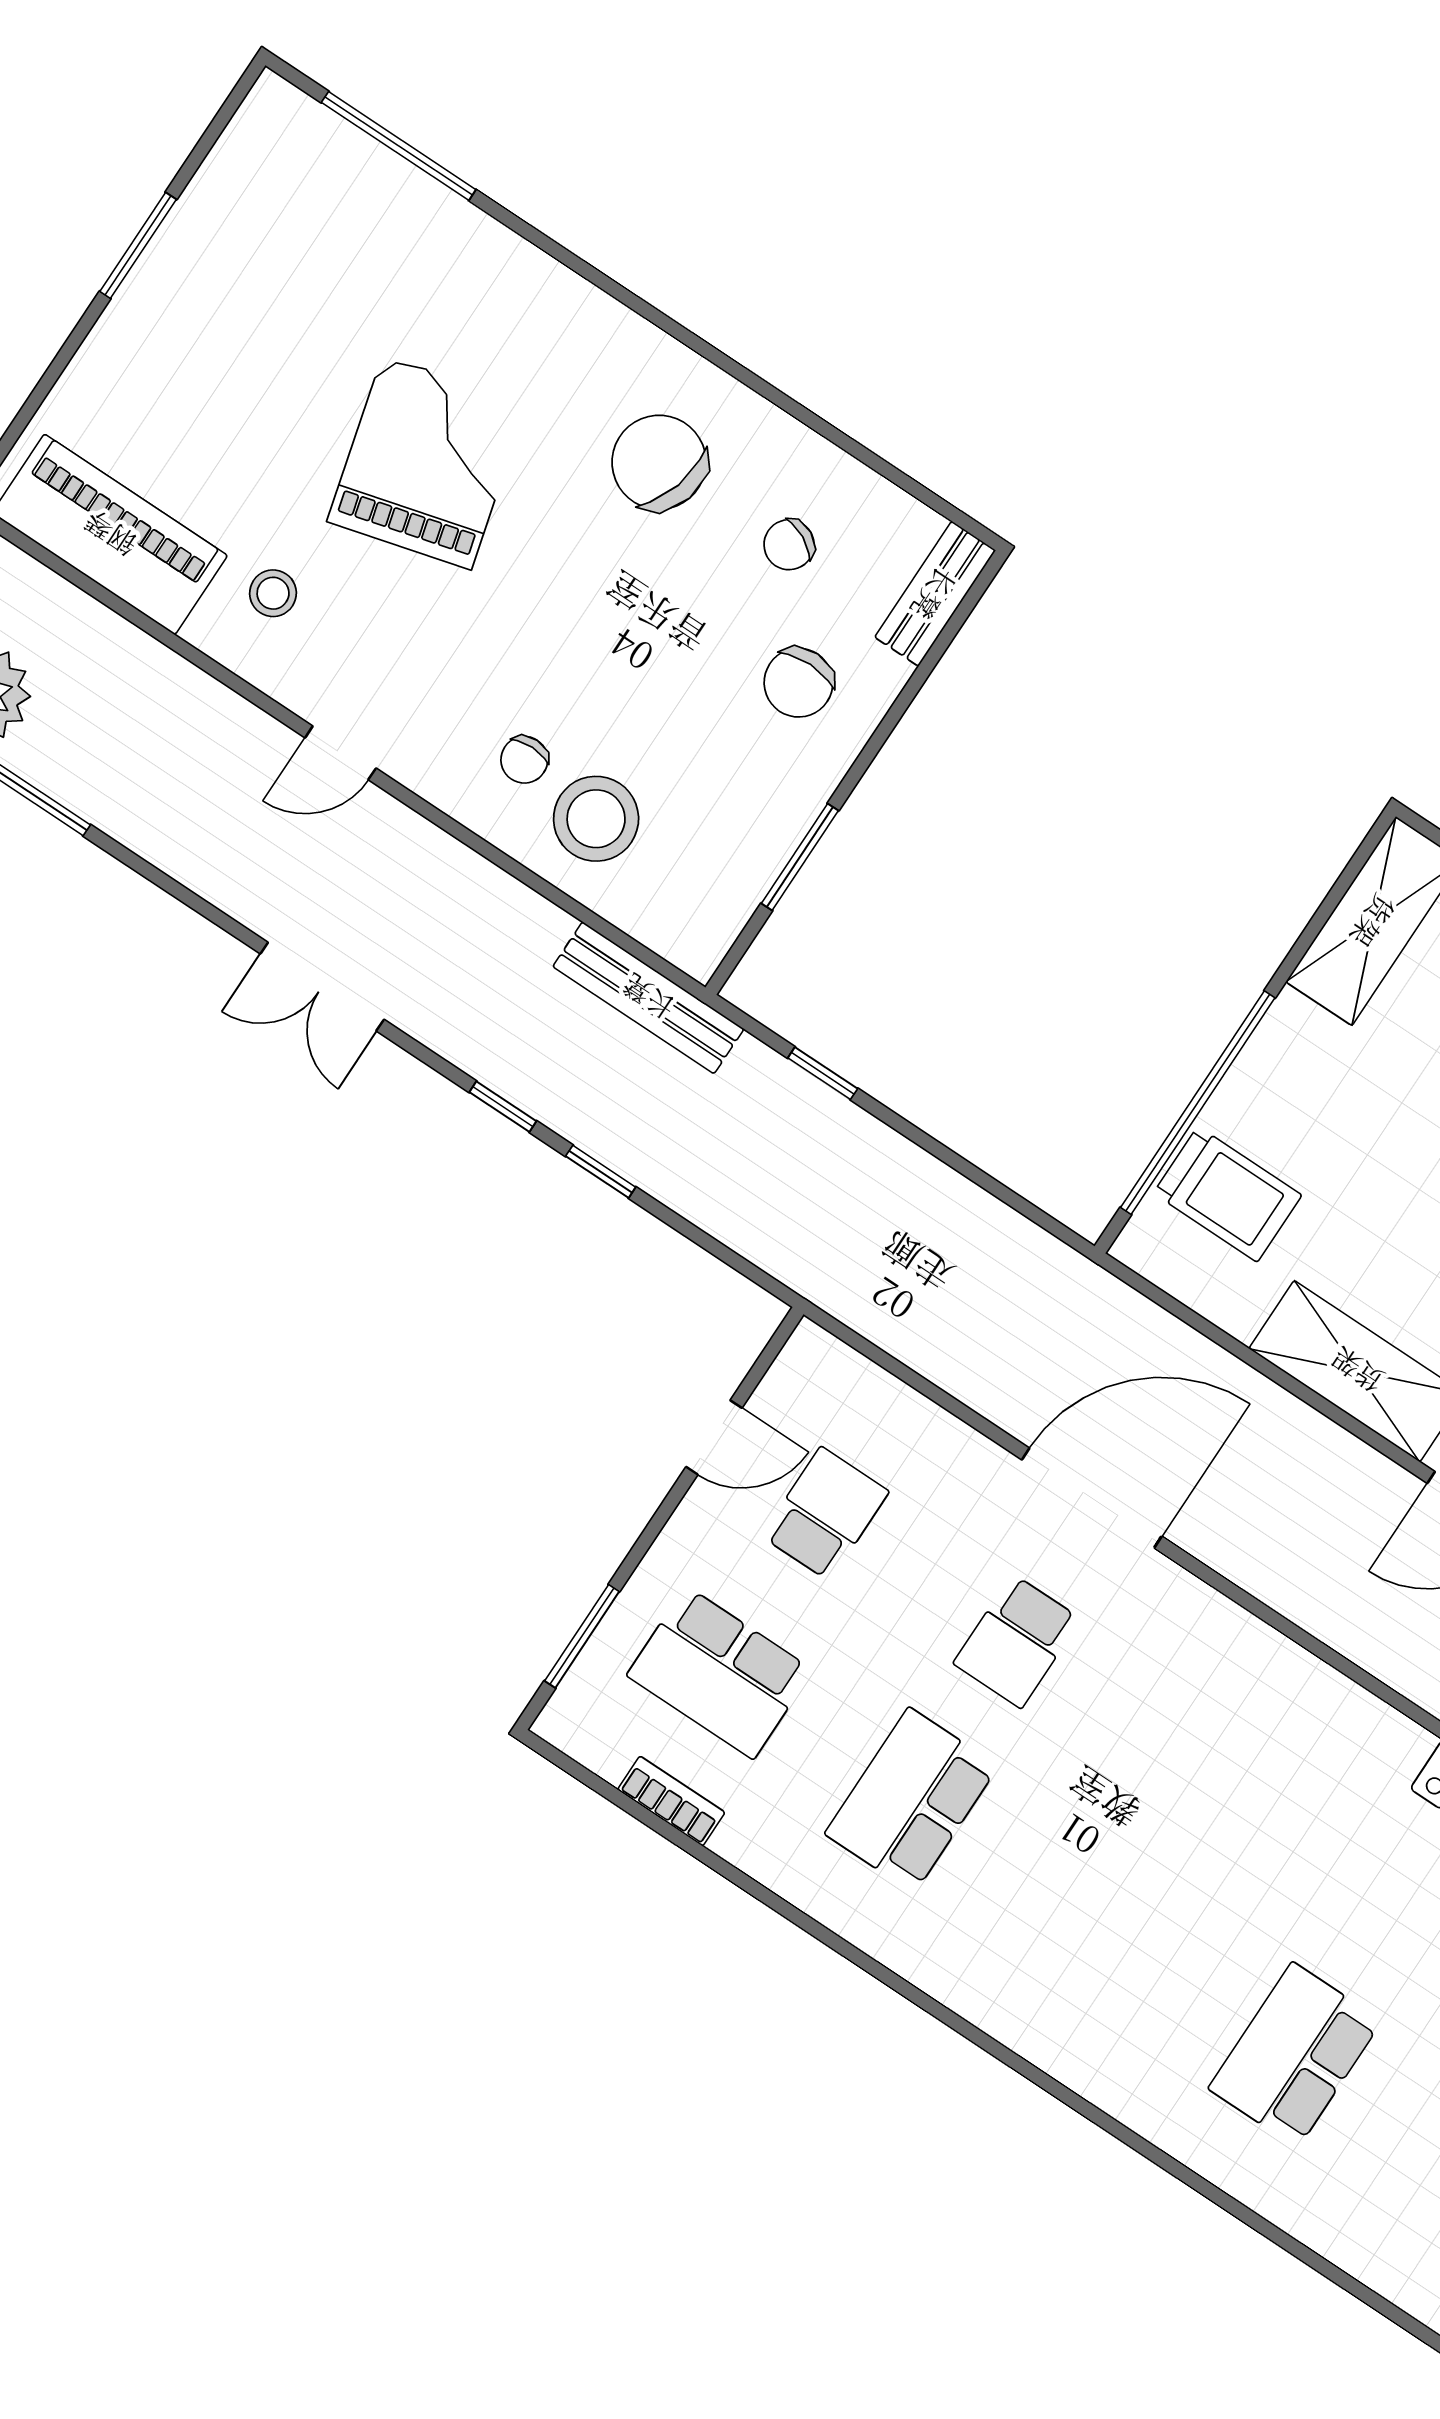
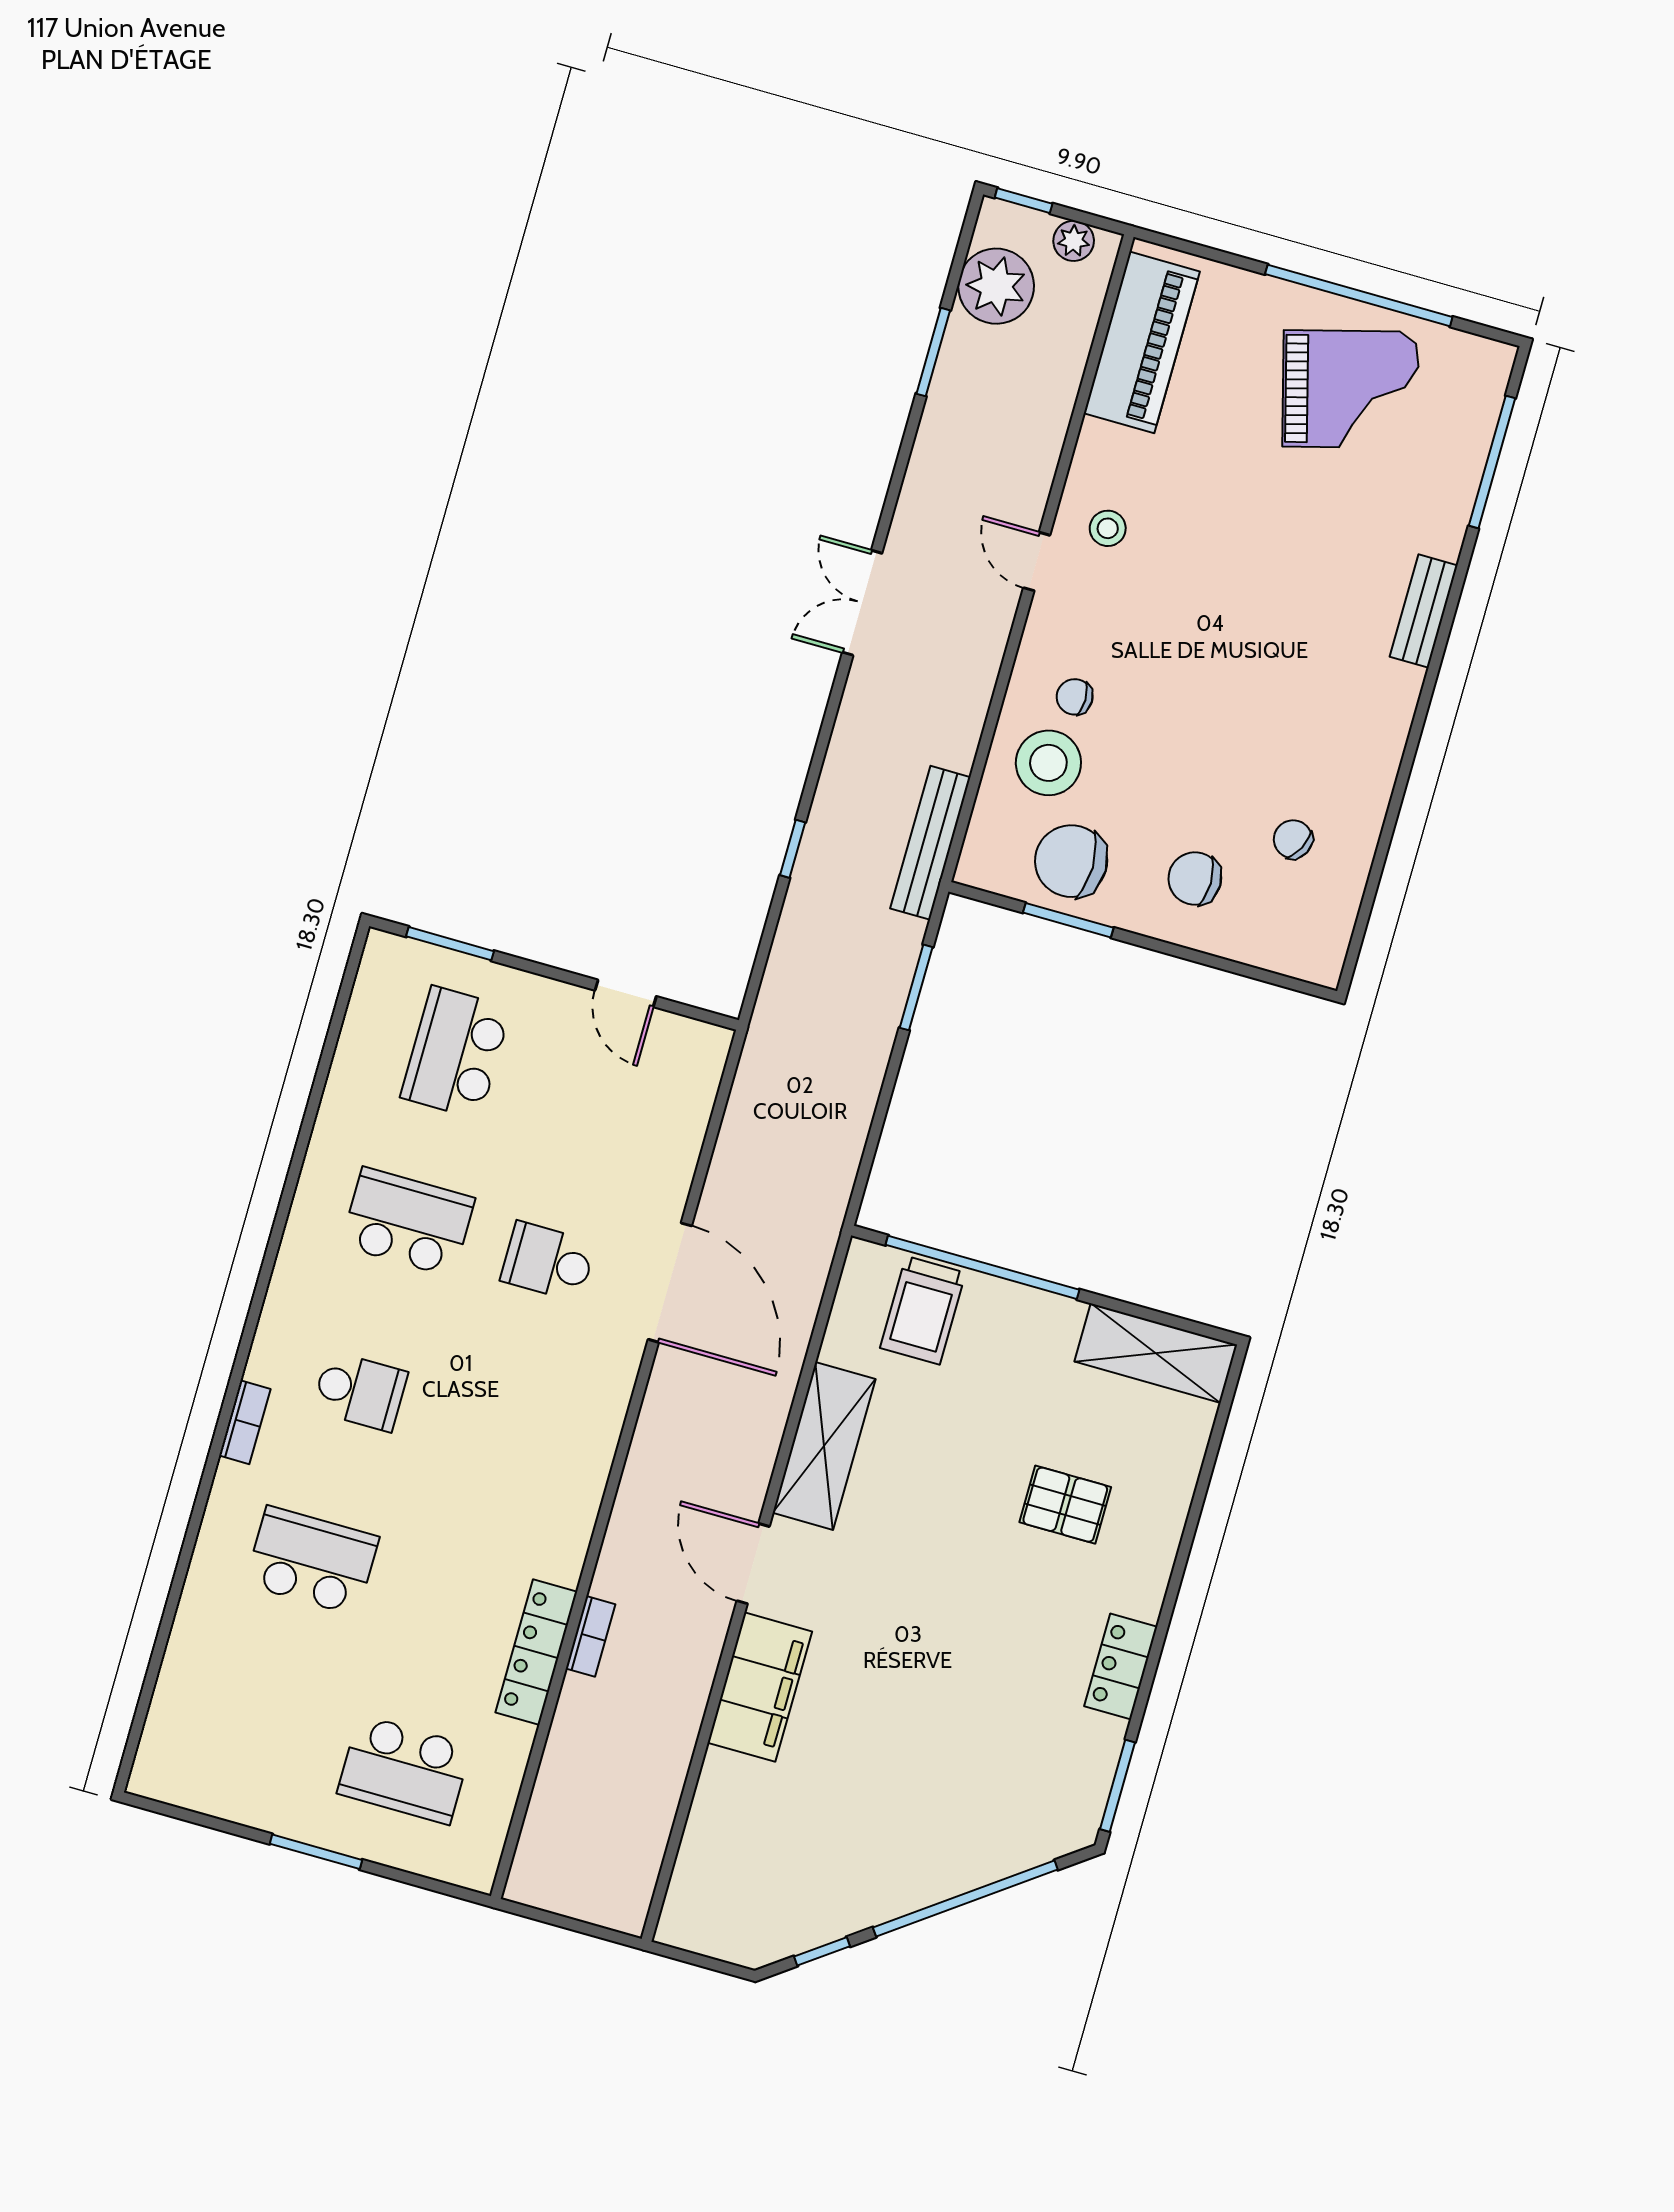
window: (138, 245) -> (1359, 295), width x2.11
chair: (659, 462) -> (1071, 861), moved, turned -106
grand piano: (427, 463) -> (1351, 389), moved
stool: (273, 593) -> (1108, 528), moved
bench: (935, 594) -> (1424, 611), moved, turned 90
window: (823, 1073) -> (916, 987), width x1.50
window: (503, 1107) -> (817, 762), removed
school desk: (825, 1514) -> (360, 1391), moved
bookcase: (671, 1801) -> (245, 1422), moved

